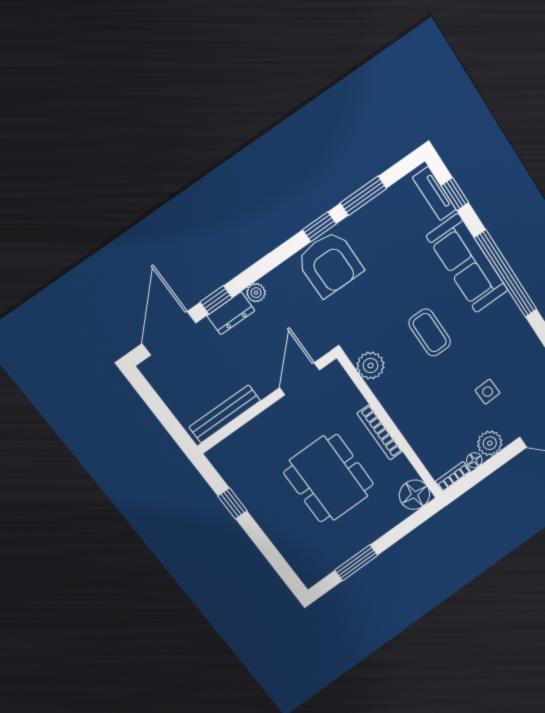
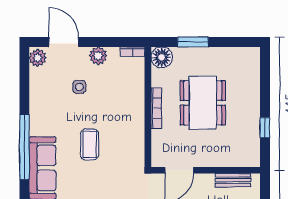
plant: (371, 366) -> (135, 150), removed
bench: (225, 414) -> (233, 180), width x0.73
floor lamp: (474, 460) -> (114, 52), removed
window: (356, 563) -> (193, 42), moved

